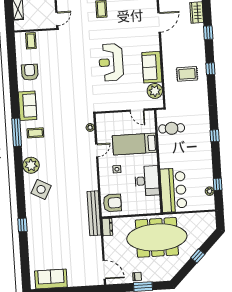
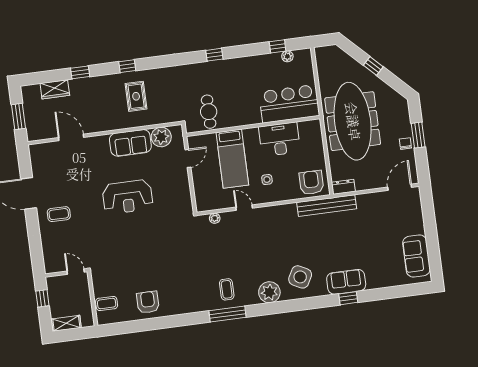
armchair: (30, 72) -> (148, 302), turned 90
sofa: (28, 106) -> (346, 282), moved

